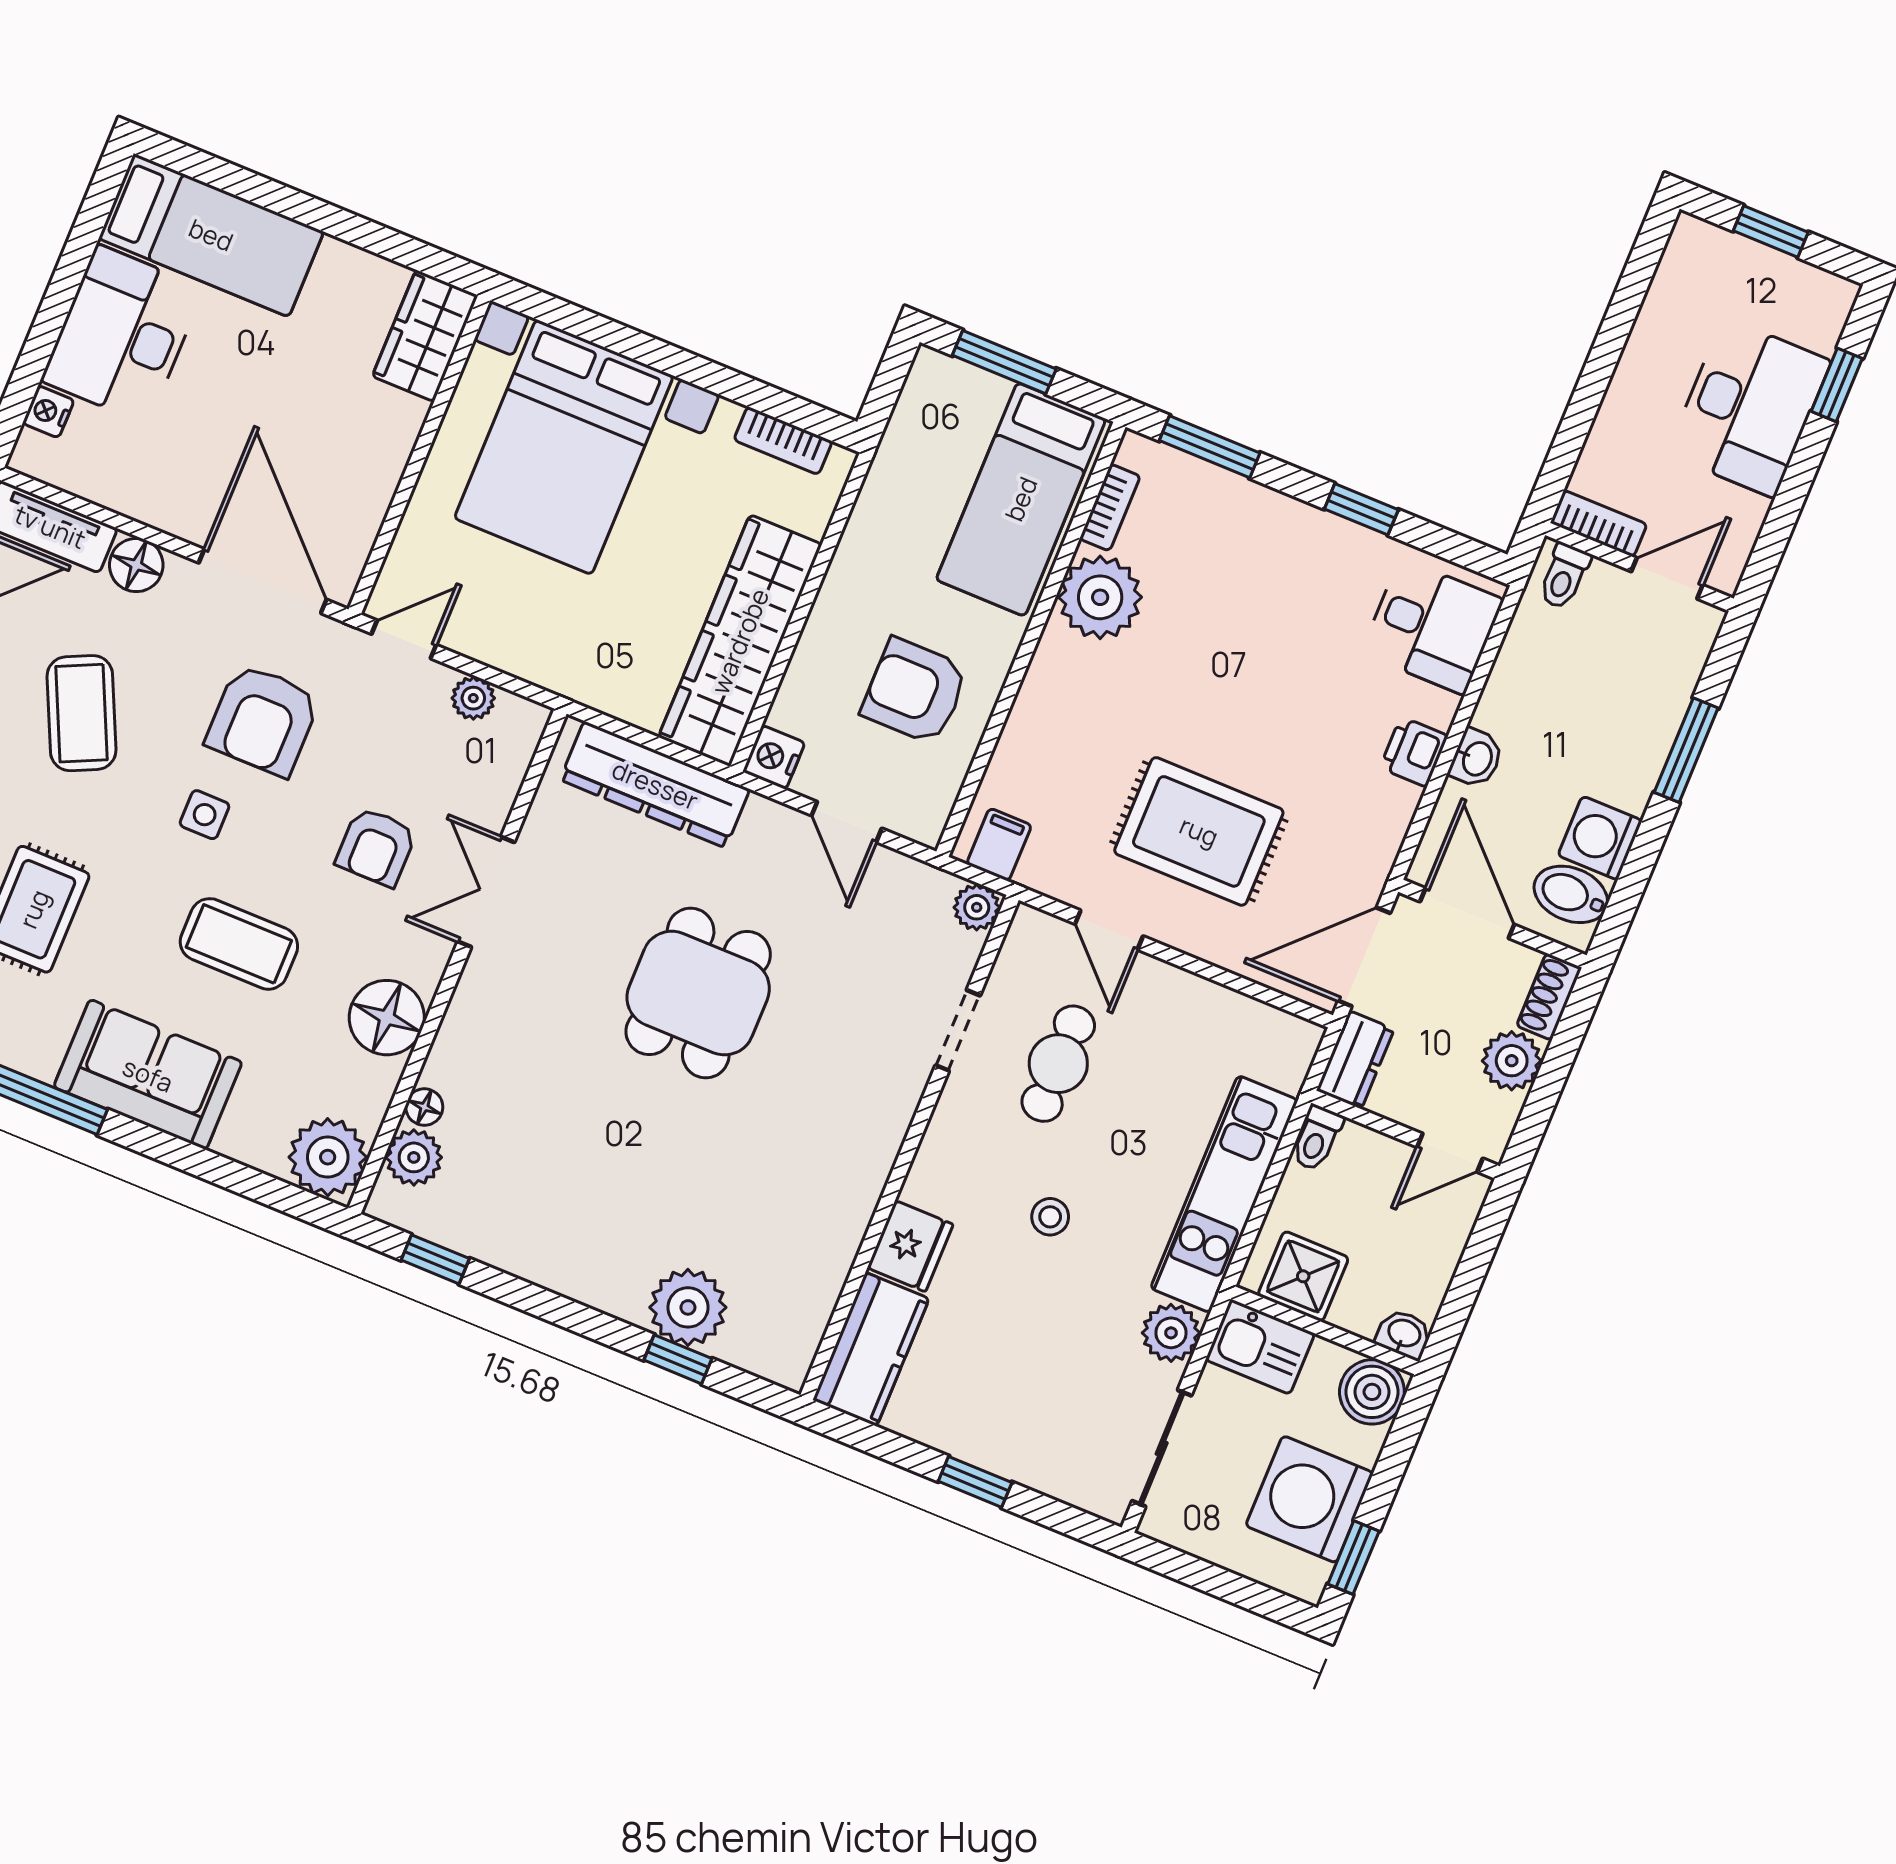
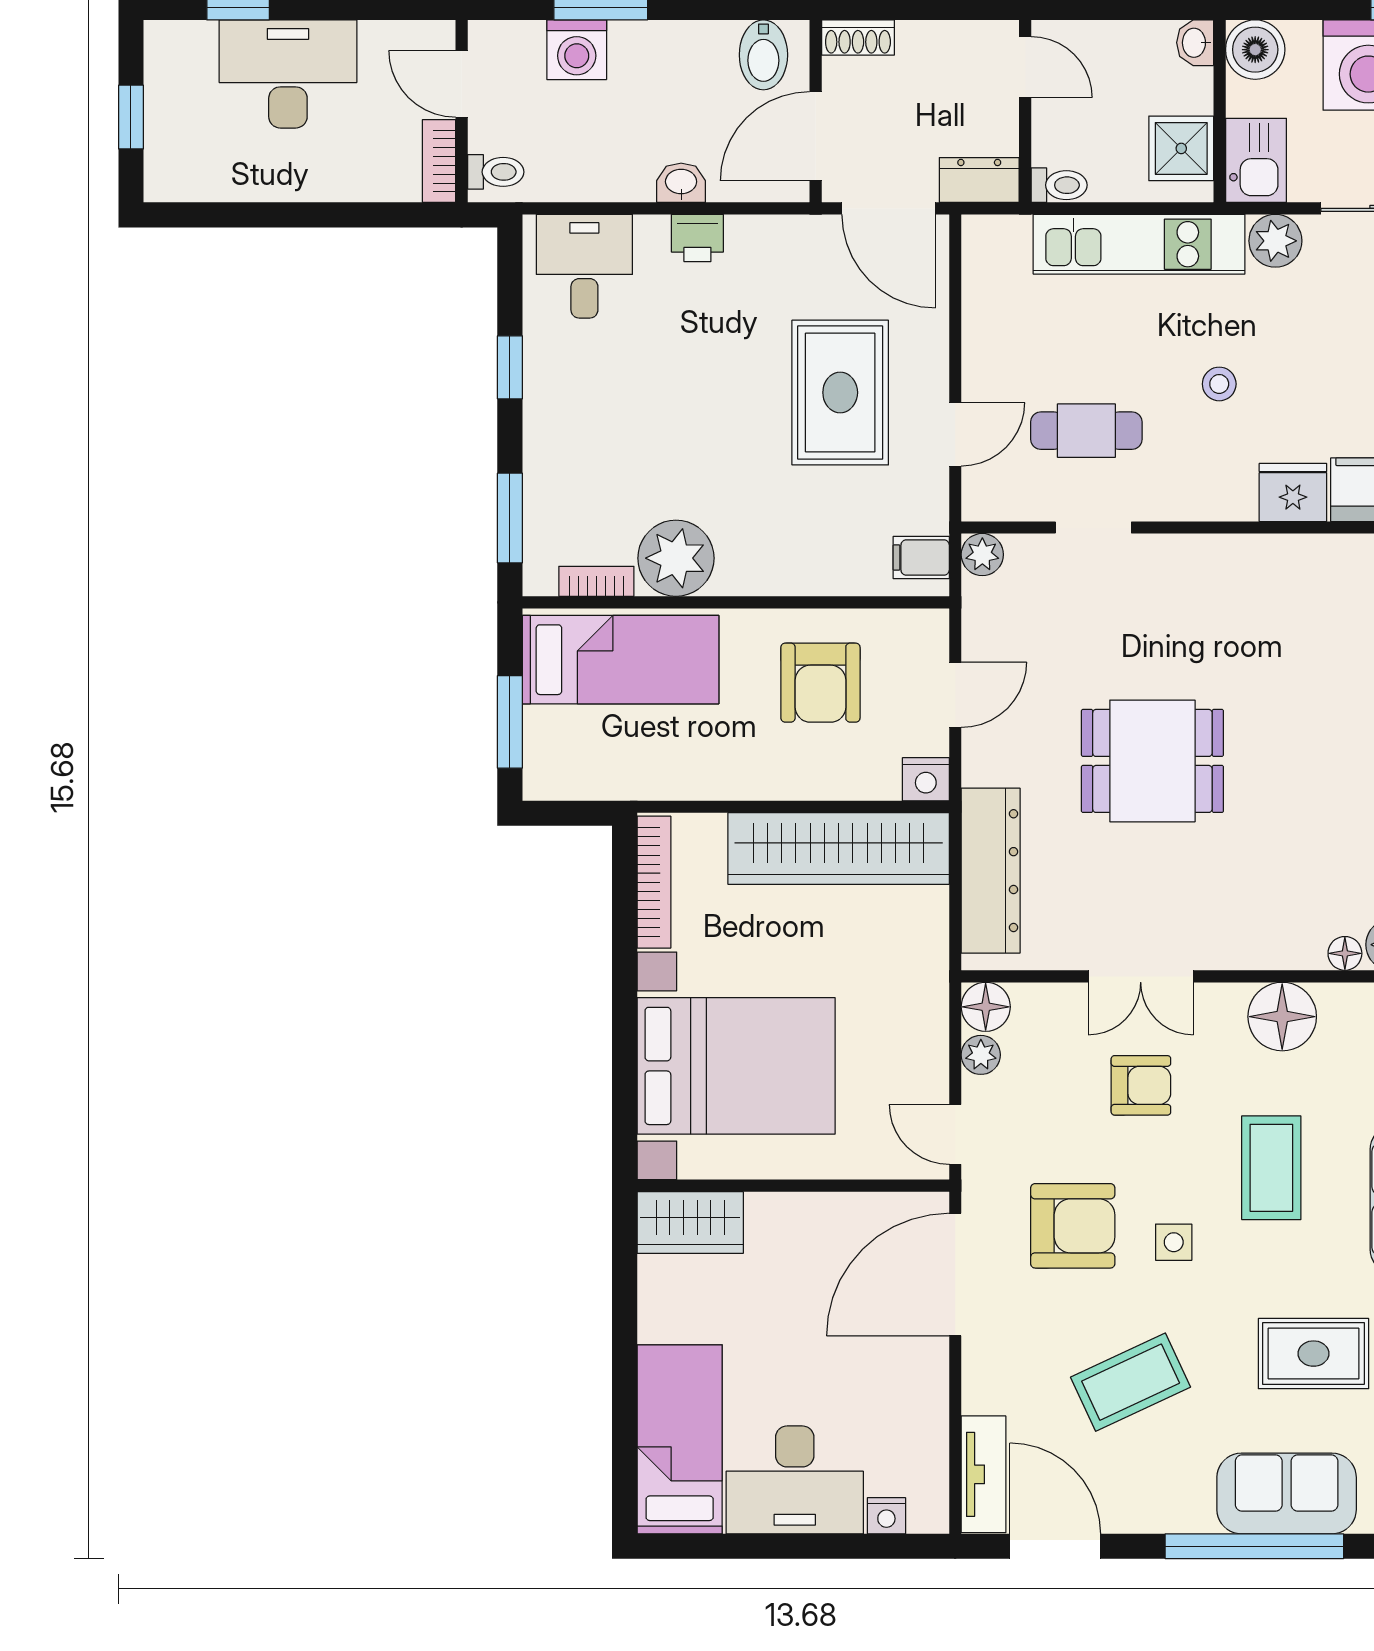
bookcase: (783, 441) -> (654, 882), width x1.56
floor lamp: (136, 565) -> (986, 1007), moved
washing machine: (1600, 838) -> (577, 50), moved
plant: (1512, 1061) -> (925, 47), removed

